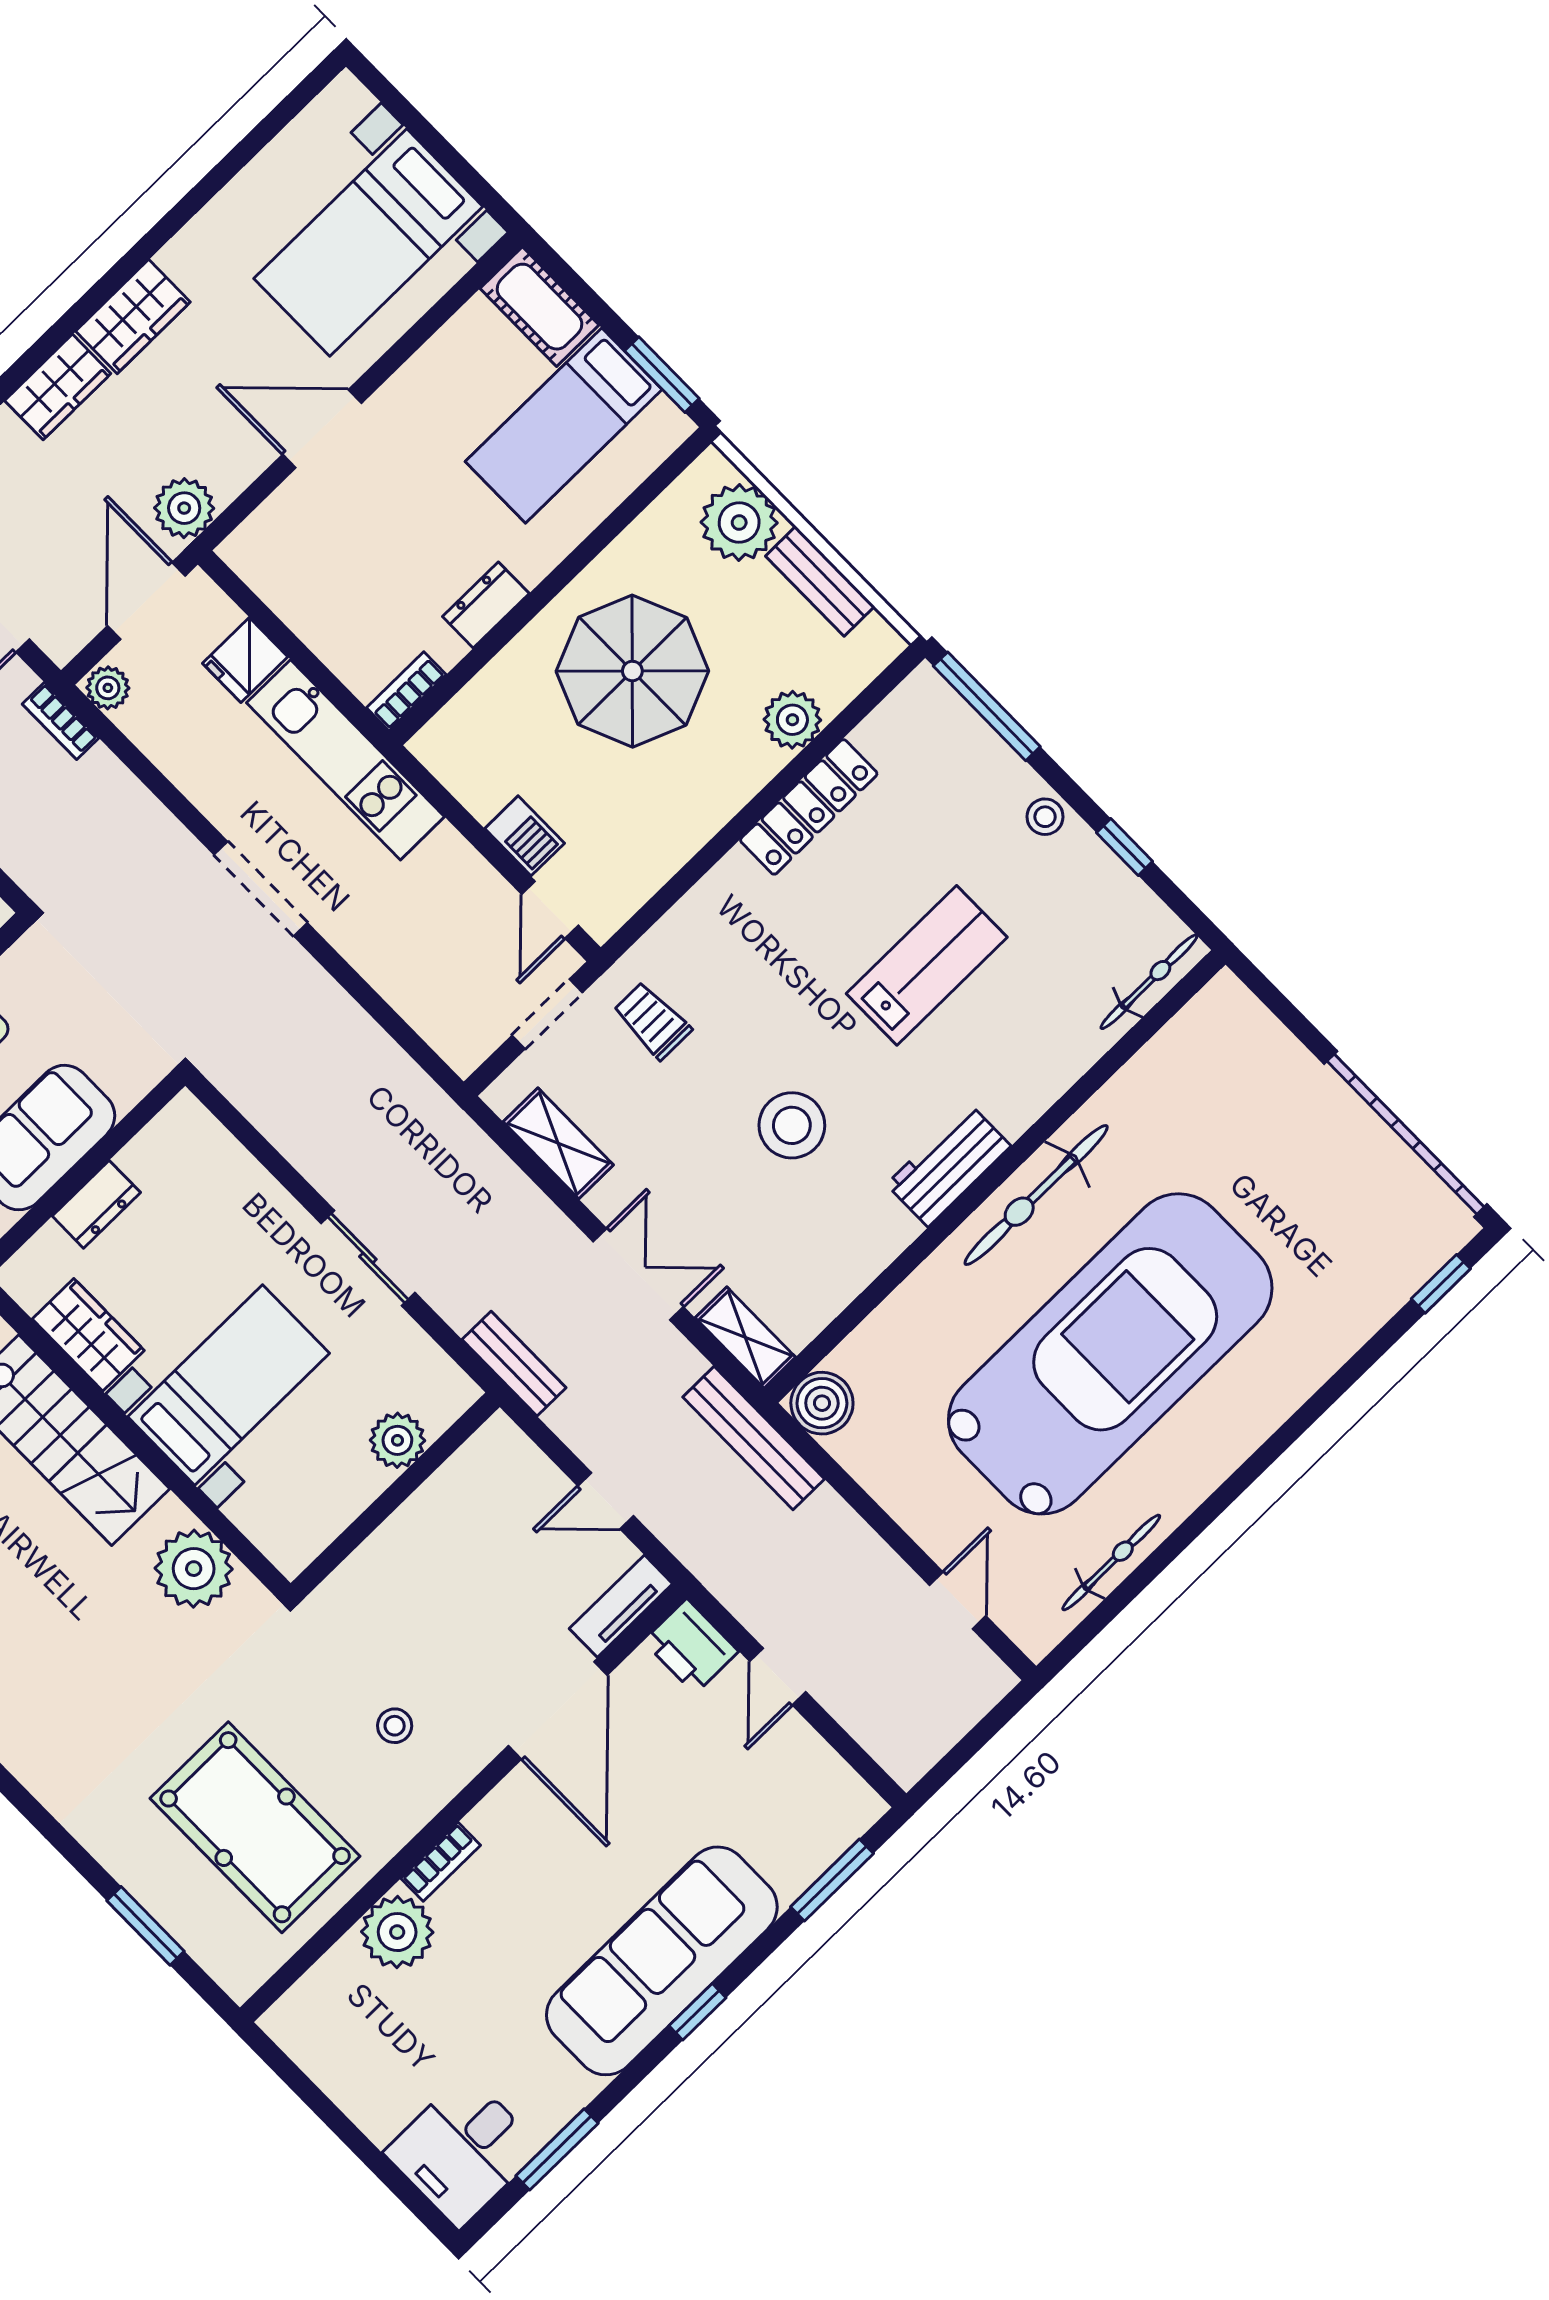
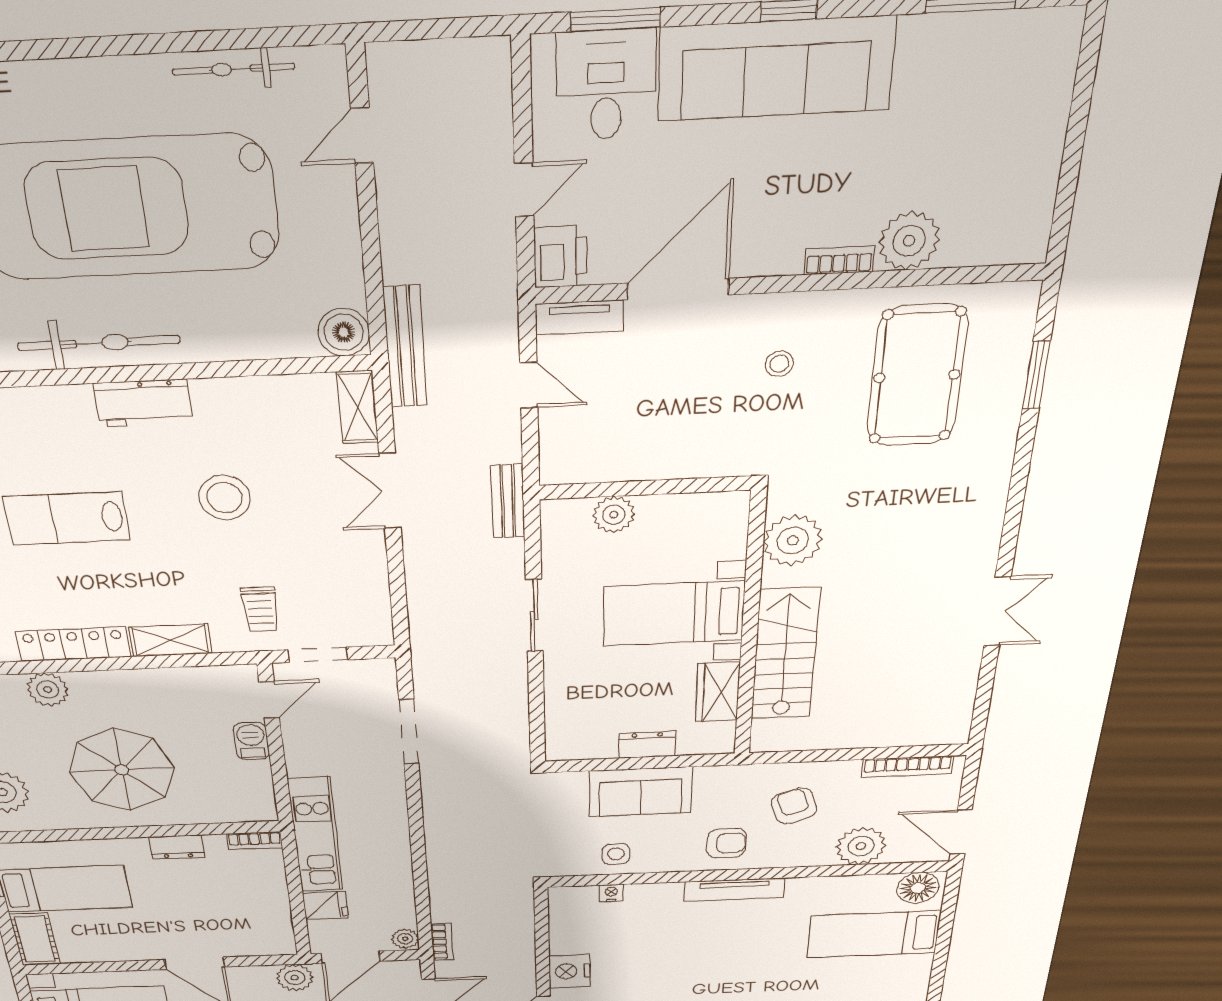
doorway: (261, 889) -> (409, 732), moved
shelving: (558, 1143) -> (170, 640), moved, turned 90
desk: (463, 2150) -> (606, 85), moved, turned -90

